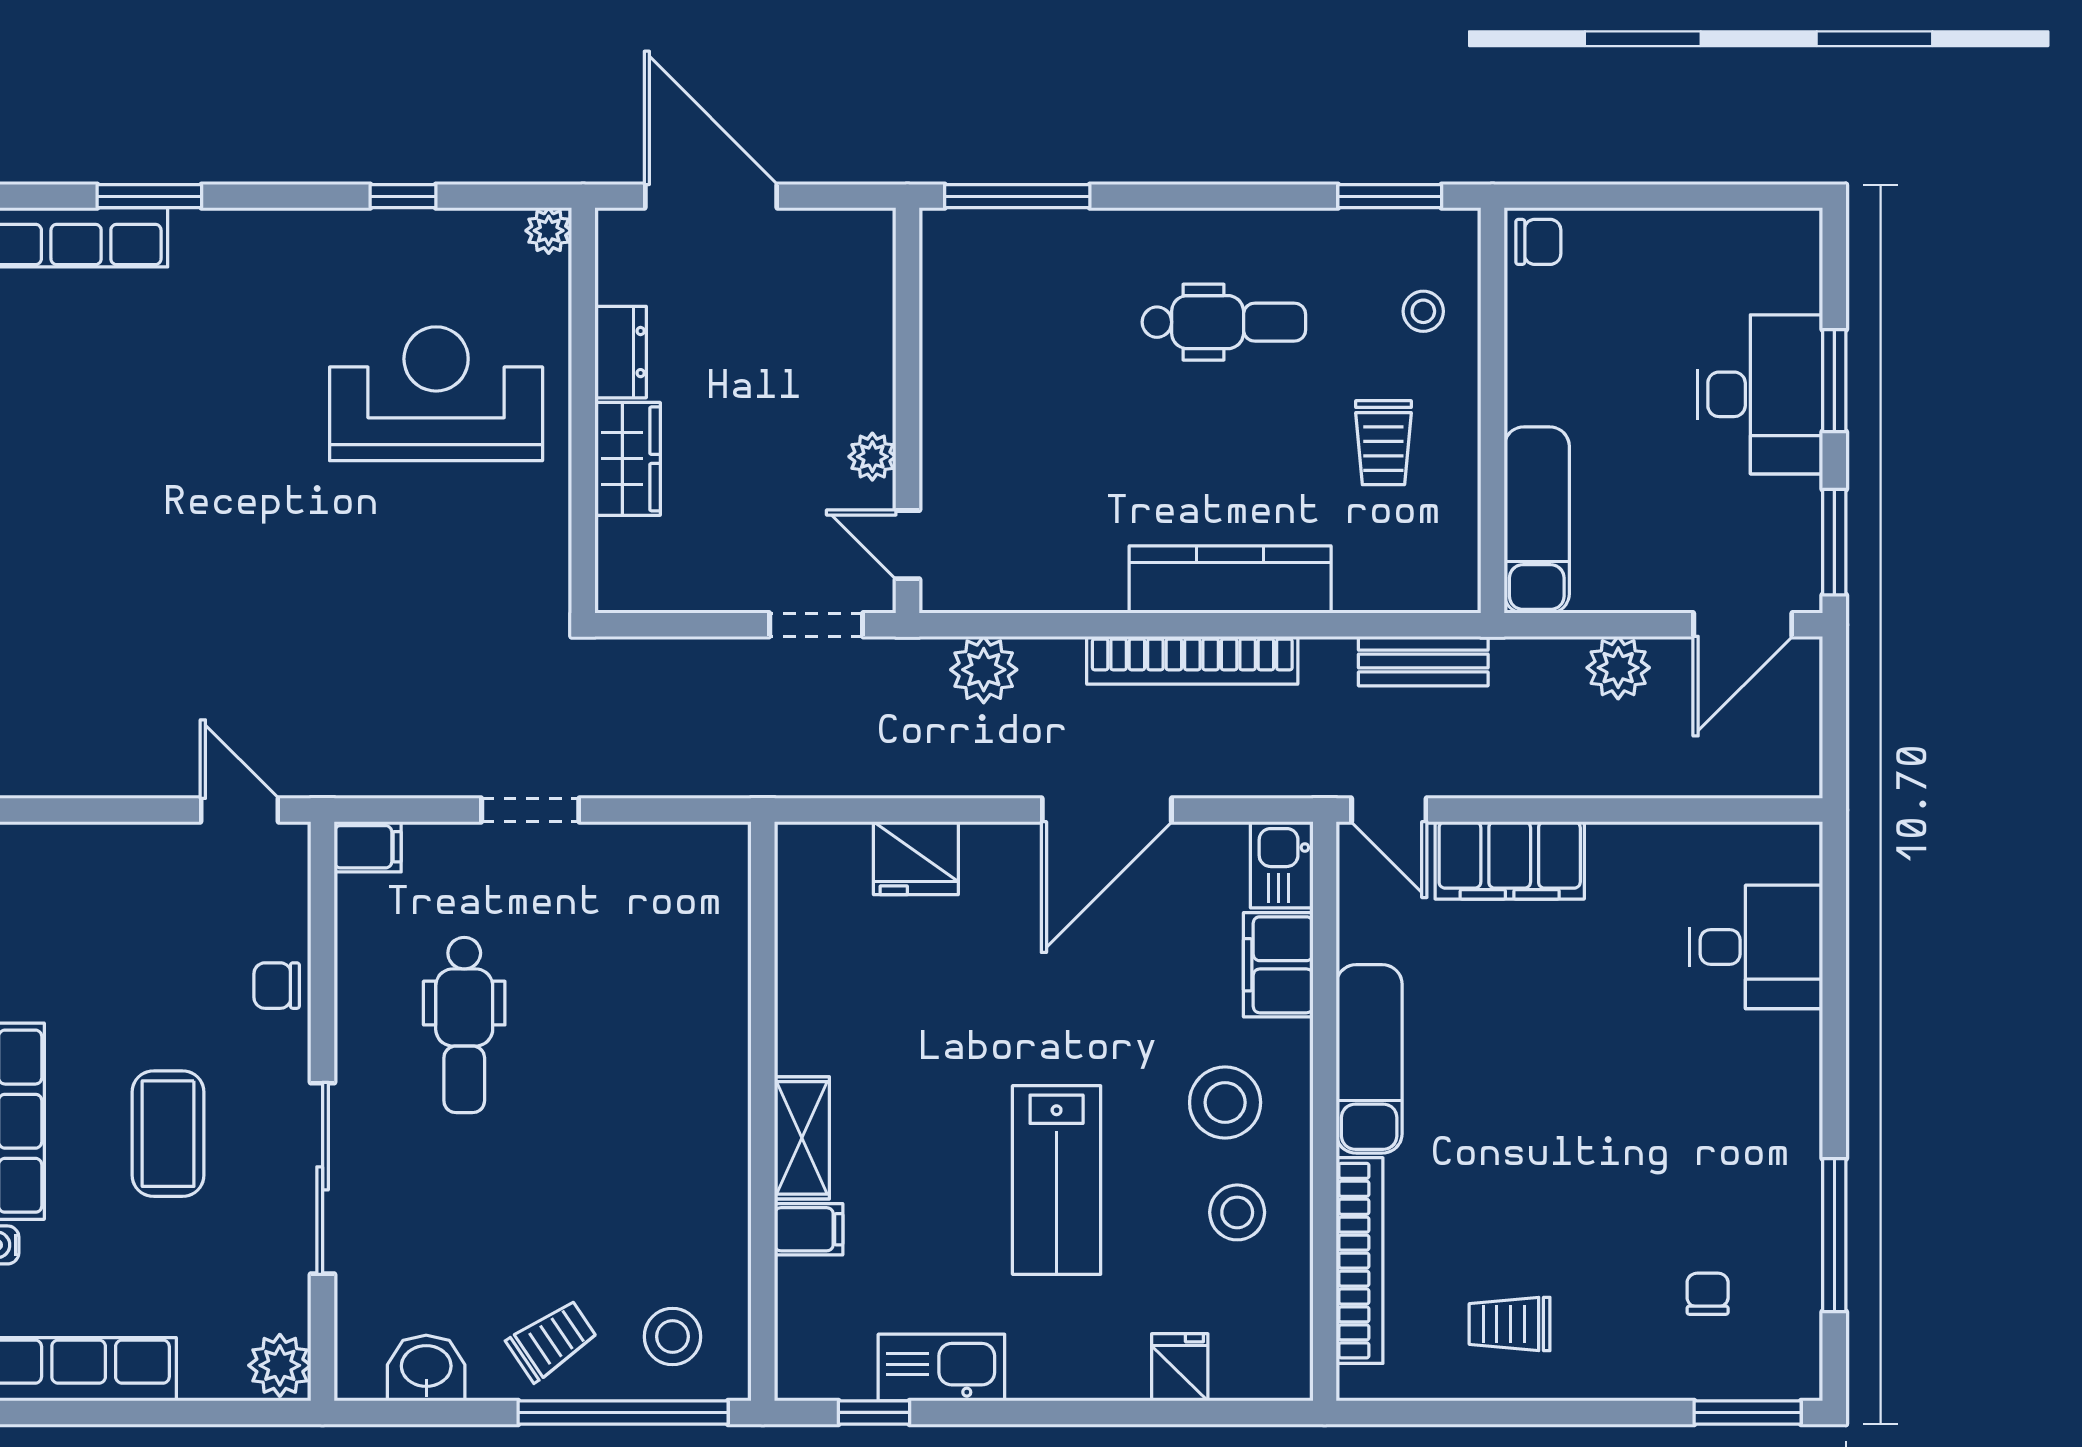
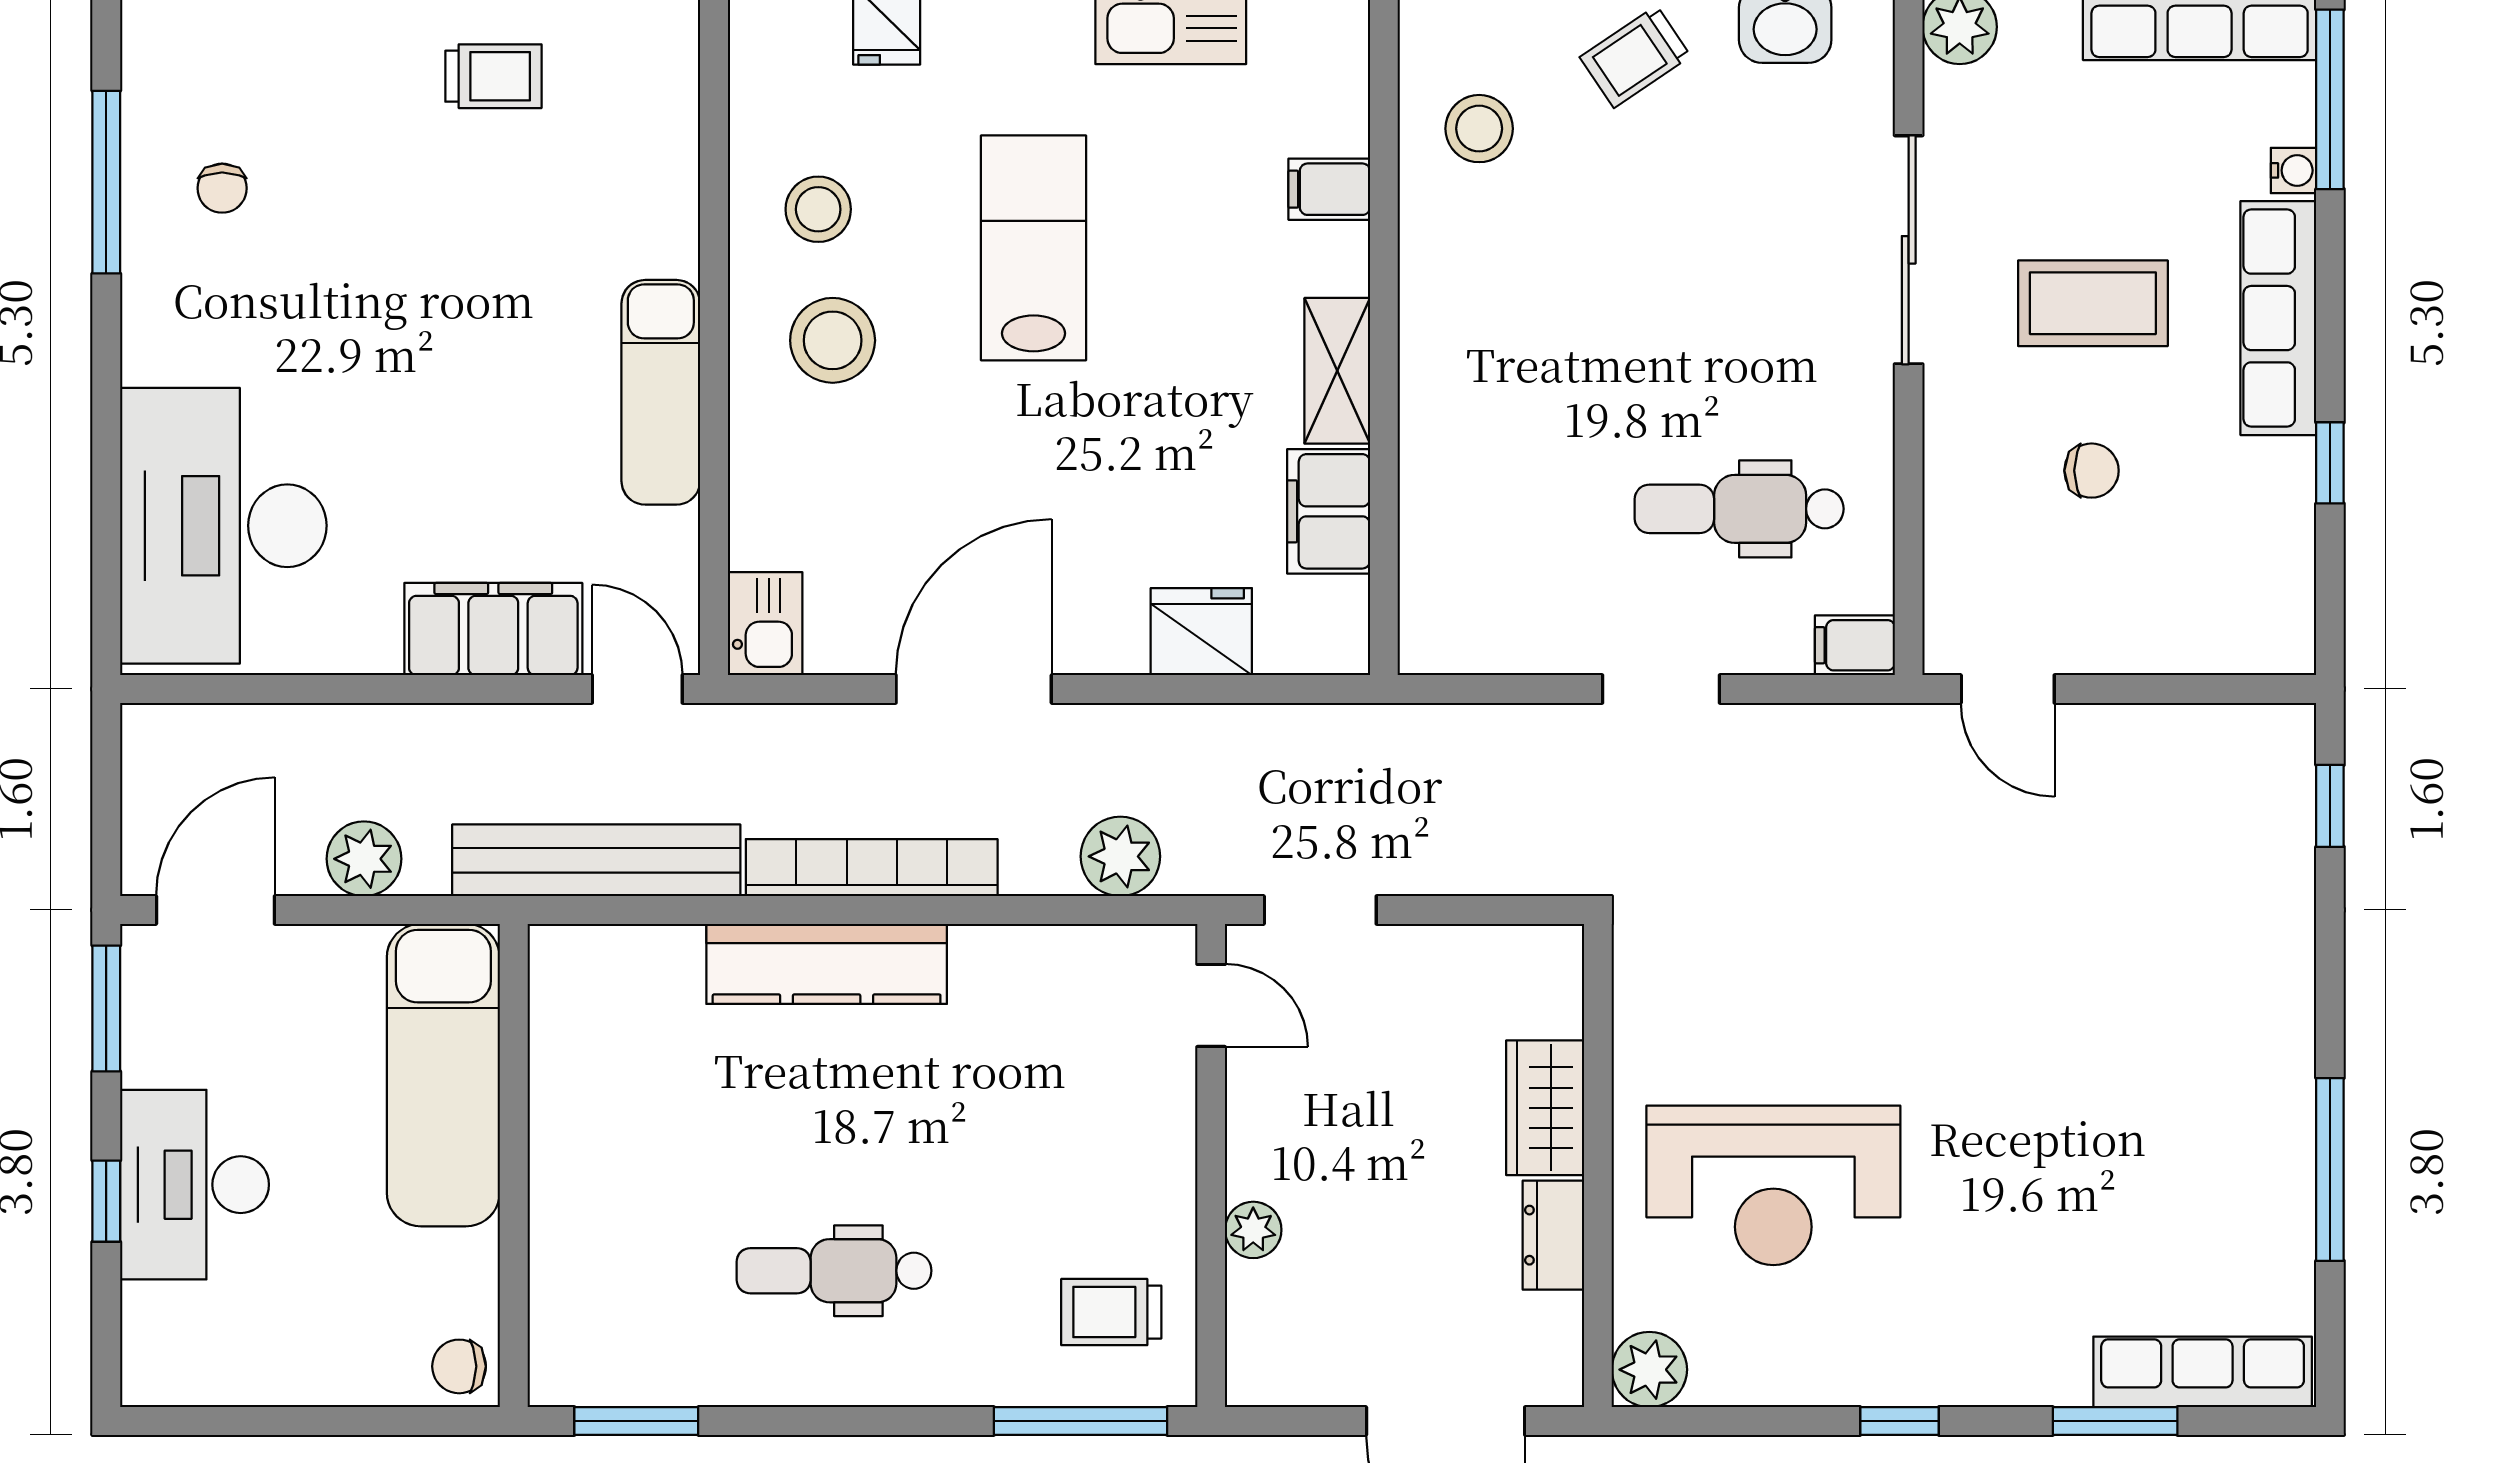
window: (403, 196) -> (1899, 1421), moved
plant: (549, 231) -> (1649, 1370), width x1.38, depth x1.38
stool: (1423, 311) -> (596, 1284), removed
window: (1834, 381) -> (106, 1201), width x0.67
trolley: (1383, 443) -> (1111, 1312), moved, turned -90
plant: (872, 457) -> (1253, 1230), moved
exam couch: (1537, 520) -> (443, 1075), width x1.36, depth x1.45
bench: (1423, 661) -> (596, 860), width x1.86, depth x1.21
desk: (1756, 947) -> (223, 526), width x1.87, depth x1.30
filing cabinet: (1278, 965) -> (1329, 511), moved, turned 180
chair: (277, 986) -> (2092, 471), moved
dental chair: (464, 1025) -> (1739, 509), moved, turned -90
coffee table: (168, 1134) -> (2093, 303), turned 90
shelving: (802, 1138) -> (1337, 371), moved
bookcase: (1360, 1261) -> (672, 152), removed
chair: (1708, 1294) -> (222, 188), moved
stool: (673, 1337) -> (1479, 129), moved

